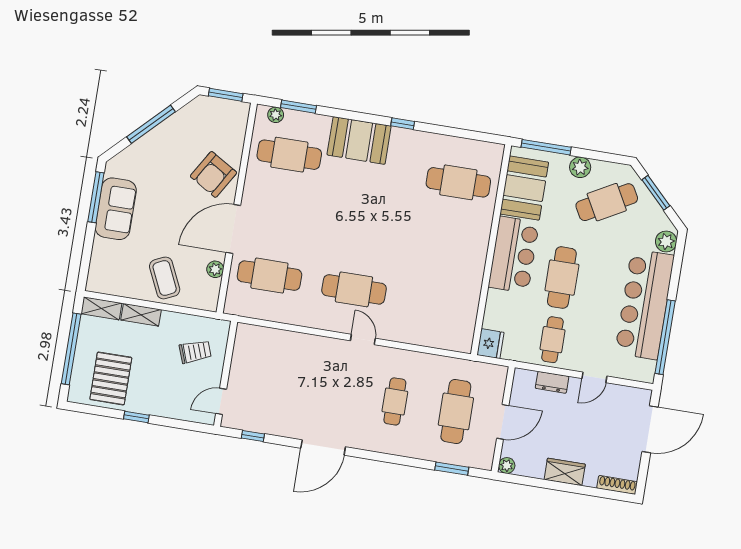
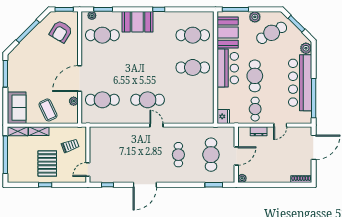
armchair: (213, 174) -> (61, 32), moved
sofa: (116, 209) -> (17, 108), moved
cafe table: (448, 243) -> (193, 67), added
pallet: (111, 378) -> (47, 163), moved
wardrobe: (565, 472) -> (273, 177), removed

